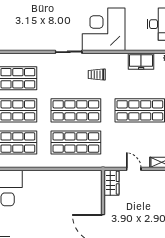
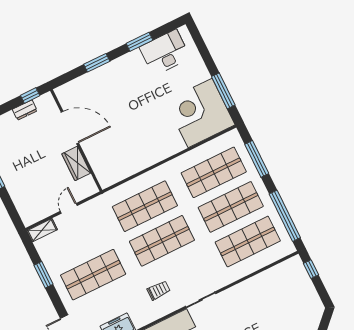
door: (134, 169) -> (69, 208), swing flipped
wardrobe: (112, 183) -> (76, 163), moved

